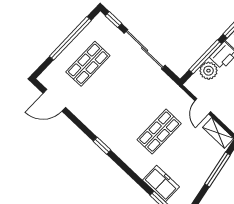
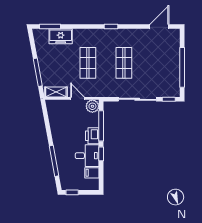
shop shelf: (88, 64) -> (124, 63), moved
plant: (208, 71) -> (92, 106), moved

